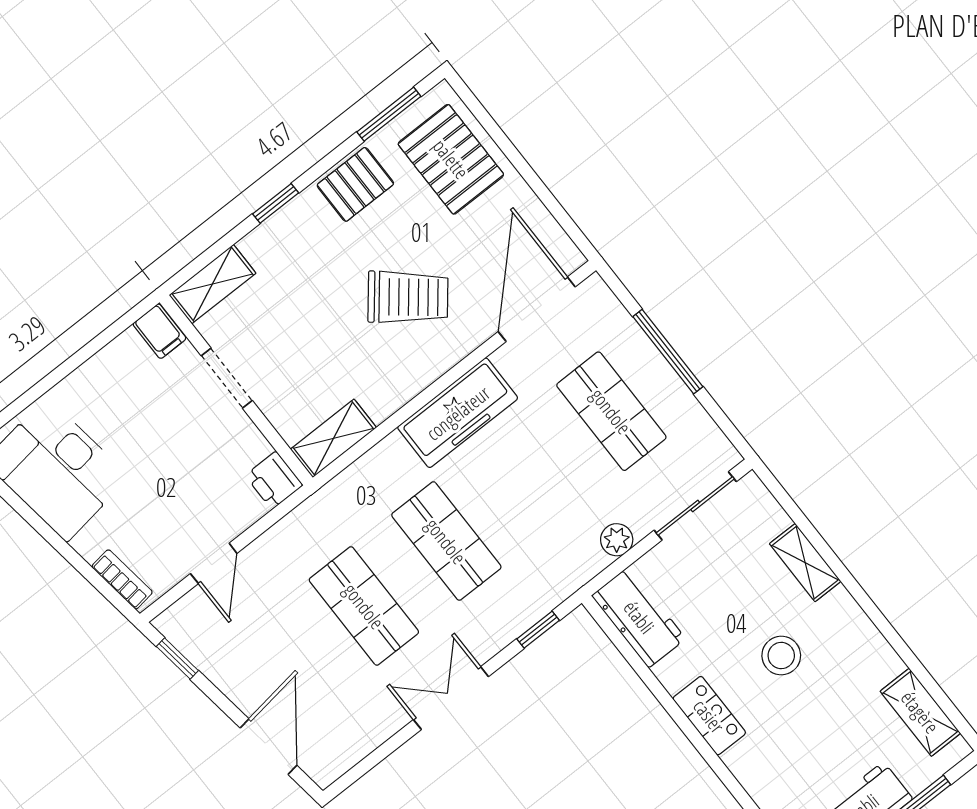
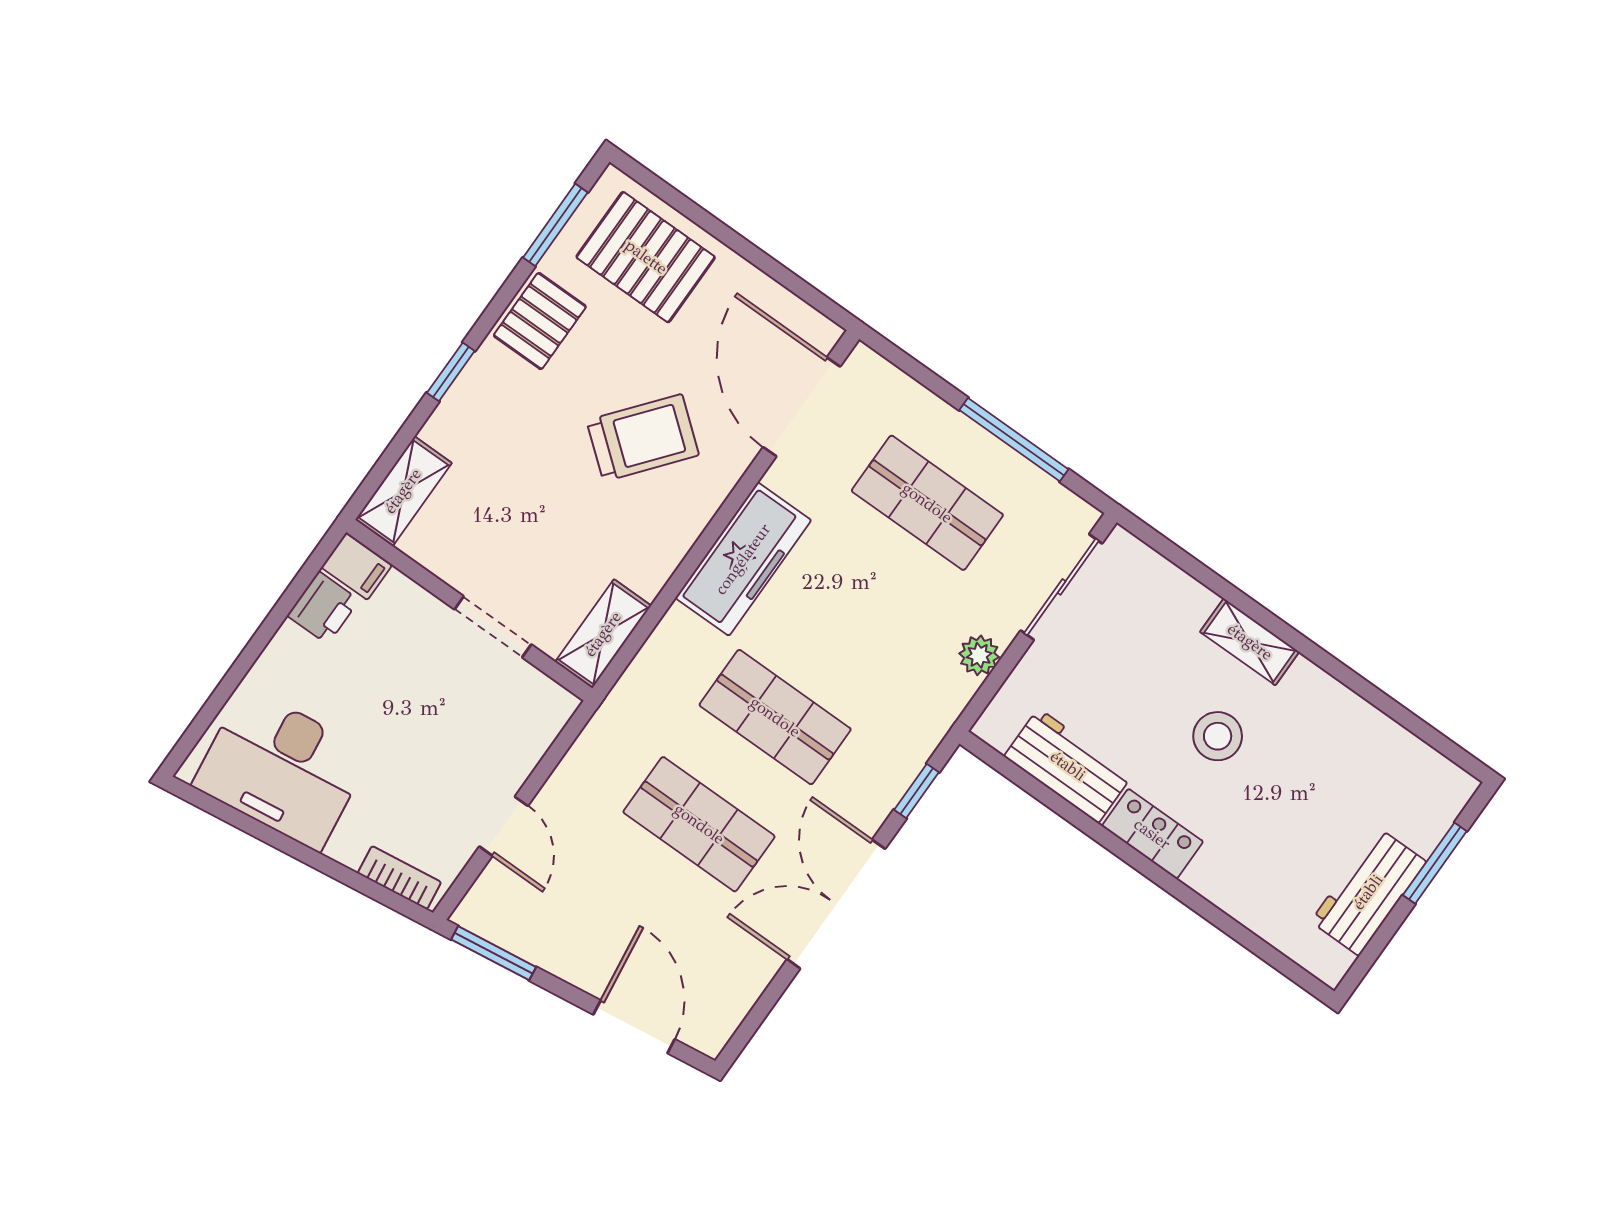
window: (668, 352) -> (1014, 440), moved
doorway: (227, 378) -> (493, 627), moved
printer: (274, 480) -> (323, 608), moved, turned -90
shelving: (805, 563) -> (1250, 642), moved
workbench: (639, 617) -> (1068, 766), moved
window: (177, 659) -> (494, 953), width x1.50
double door: (451, 698) -> (836, 904), width x1.37
shelving: (920, 712) -> (1405, 755), removed

